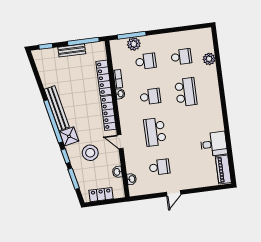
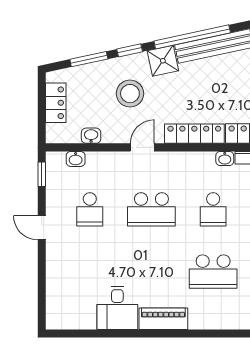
school desk: (155, 132) -> (151, 209), turned 180
piano: (223, 170) -> (163, 319), moved
window: (143, 197) -> (42, 174), added

